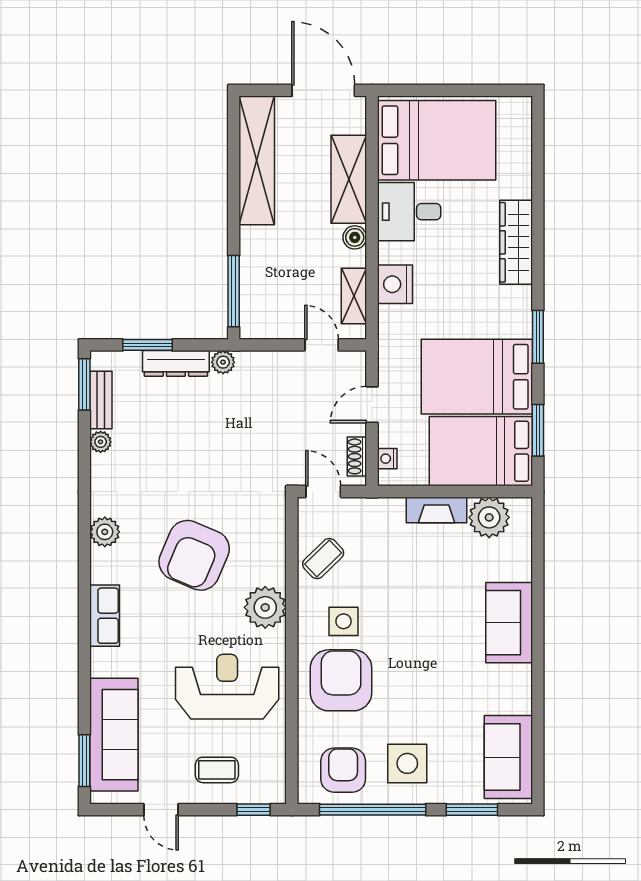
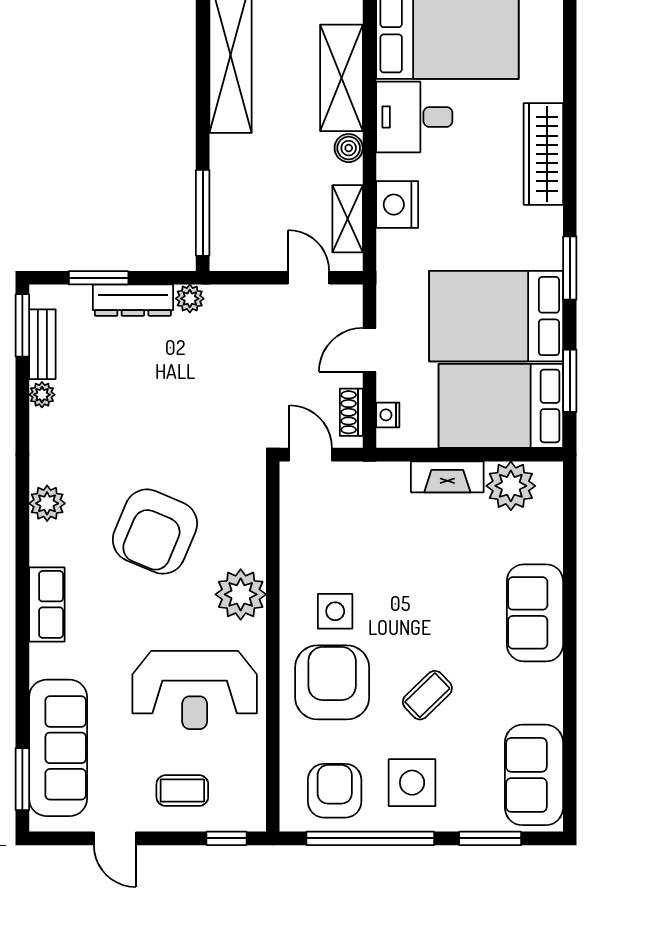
coffee table: (323, 559) -> (427, 695), moved
reception desk: (227, 687) -> (195, 690), turned 180

